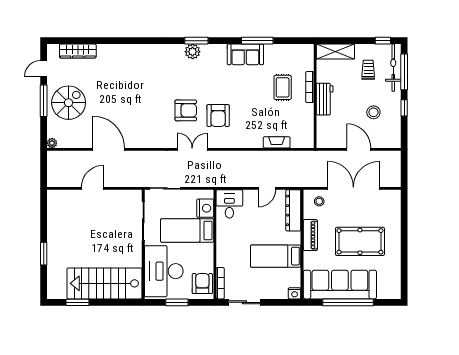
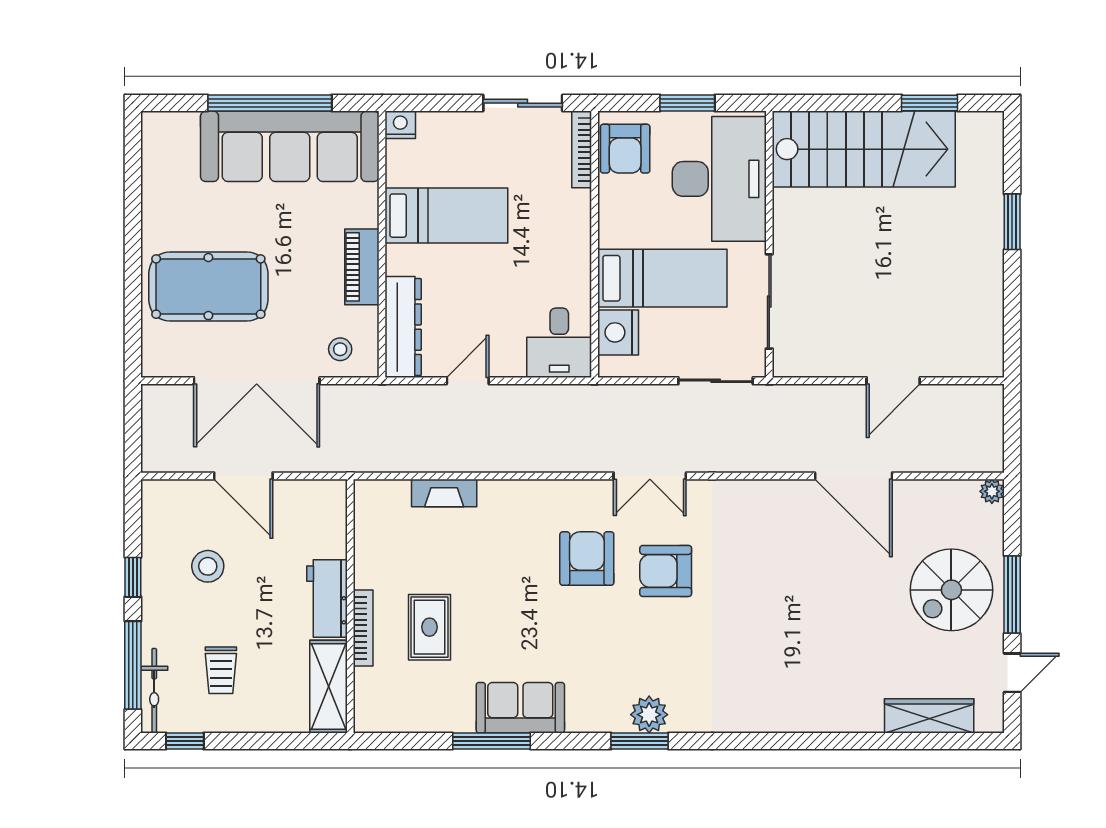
shelving: (335, 52) -> (329, 686), moved, turned 90
bicycle: (393, 68) -> (154, 691), width x0.73, depth x0.71
pool table: (360, 241) -> (208, 287), moved

